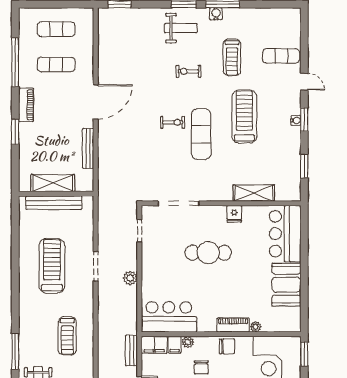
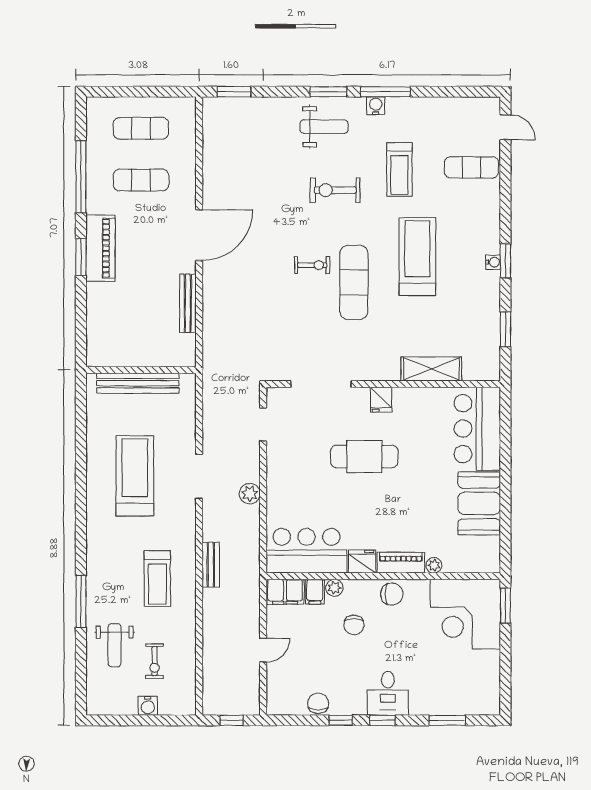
exercise bike: (188, 71) -> (335, 190), width x1.38, depth x1.39
door: (304, 82) -> (505, 127), moved
piano: (26, 105) -> (100, 248), width x1.37, depth x1.33
window: (15, 132) -> (81, 257), moved
shelving: (53, 183) -> (136, 354), removed
fridge: (234, 214) -> (381, 400), moved
fridge: (207, 324) -> (362, 562), added
bench: (131, 351) -> (211, 565), moved

